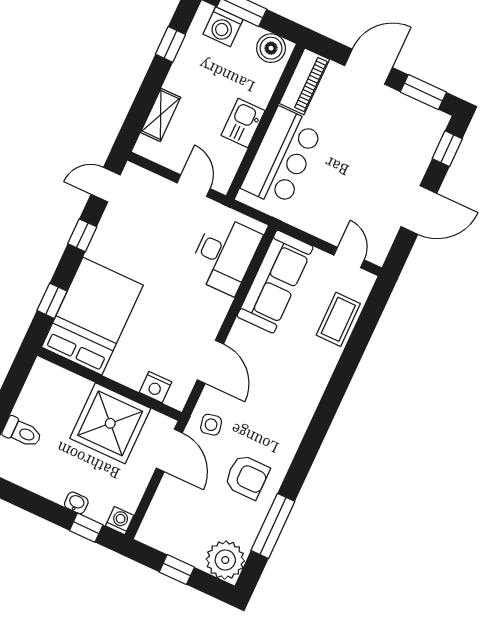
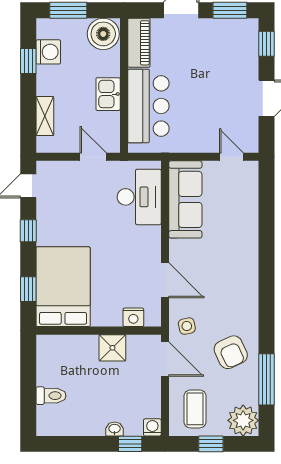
washing machine: (223, 27) -> (48, 52), moved, turned -90
boiler: (271, 48) -> (103, 34), width x1.37, depth x1.37
coffee table: (338, 319) -> (195, 409), moved
shower: (110, 423) -> (112, 348), width x0.54, depth x0.54
armchair: (247, 477) -> (231, 352), turned 65

